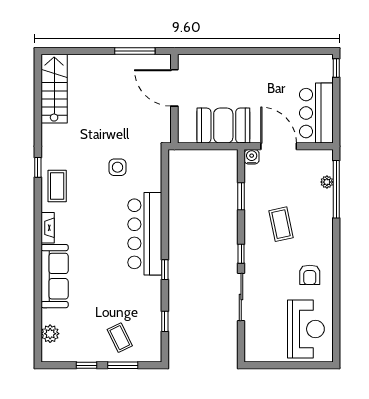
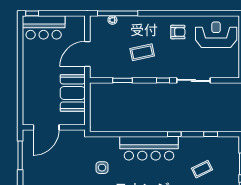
bar counter: (316, 113) -> (44, 27), moved
water cooler: (252, 157) -> (95, 73), removed
coffee table: (120, 338) -> (202, 169), moved

